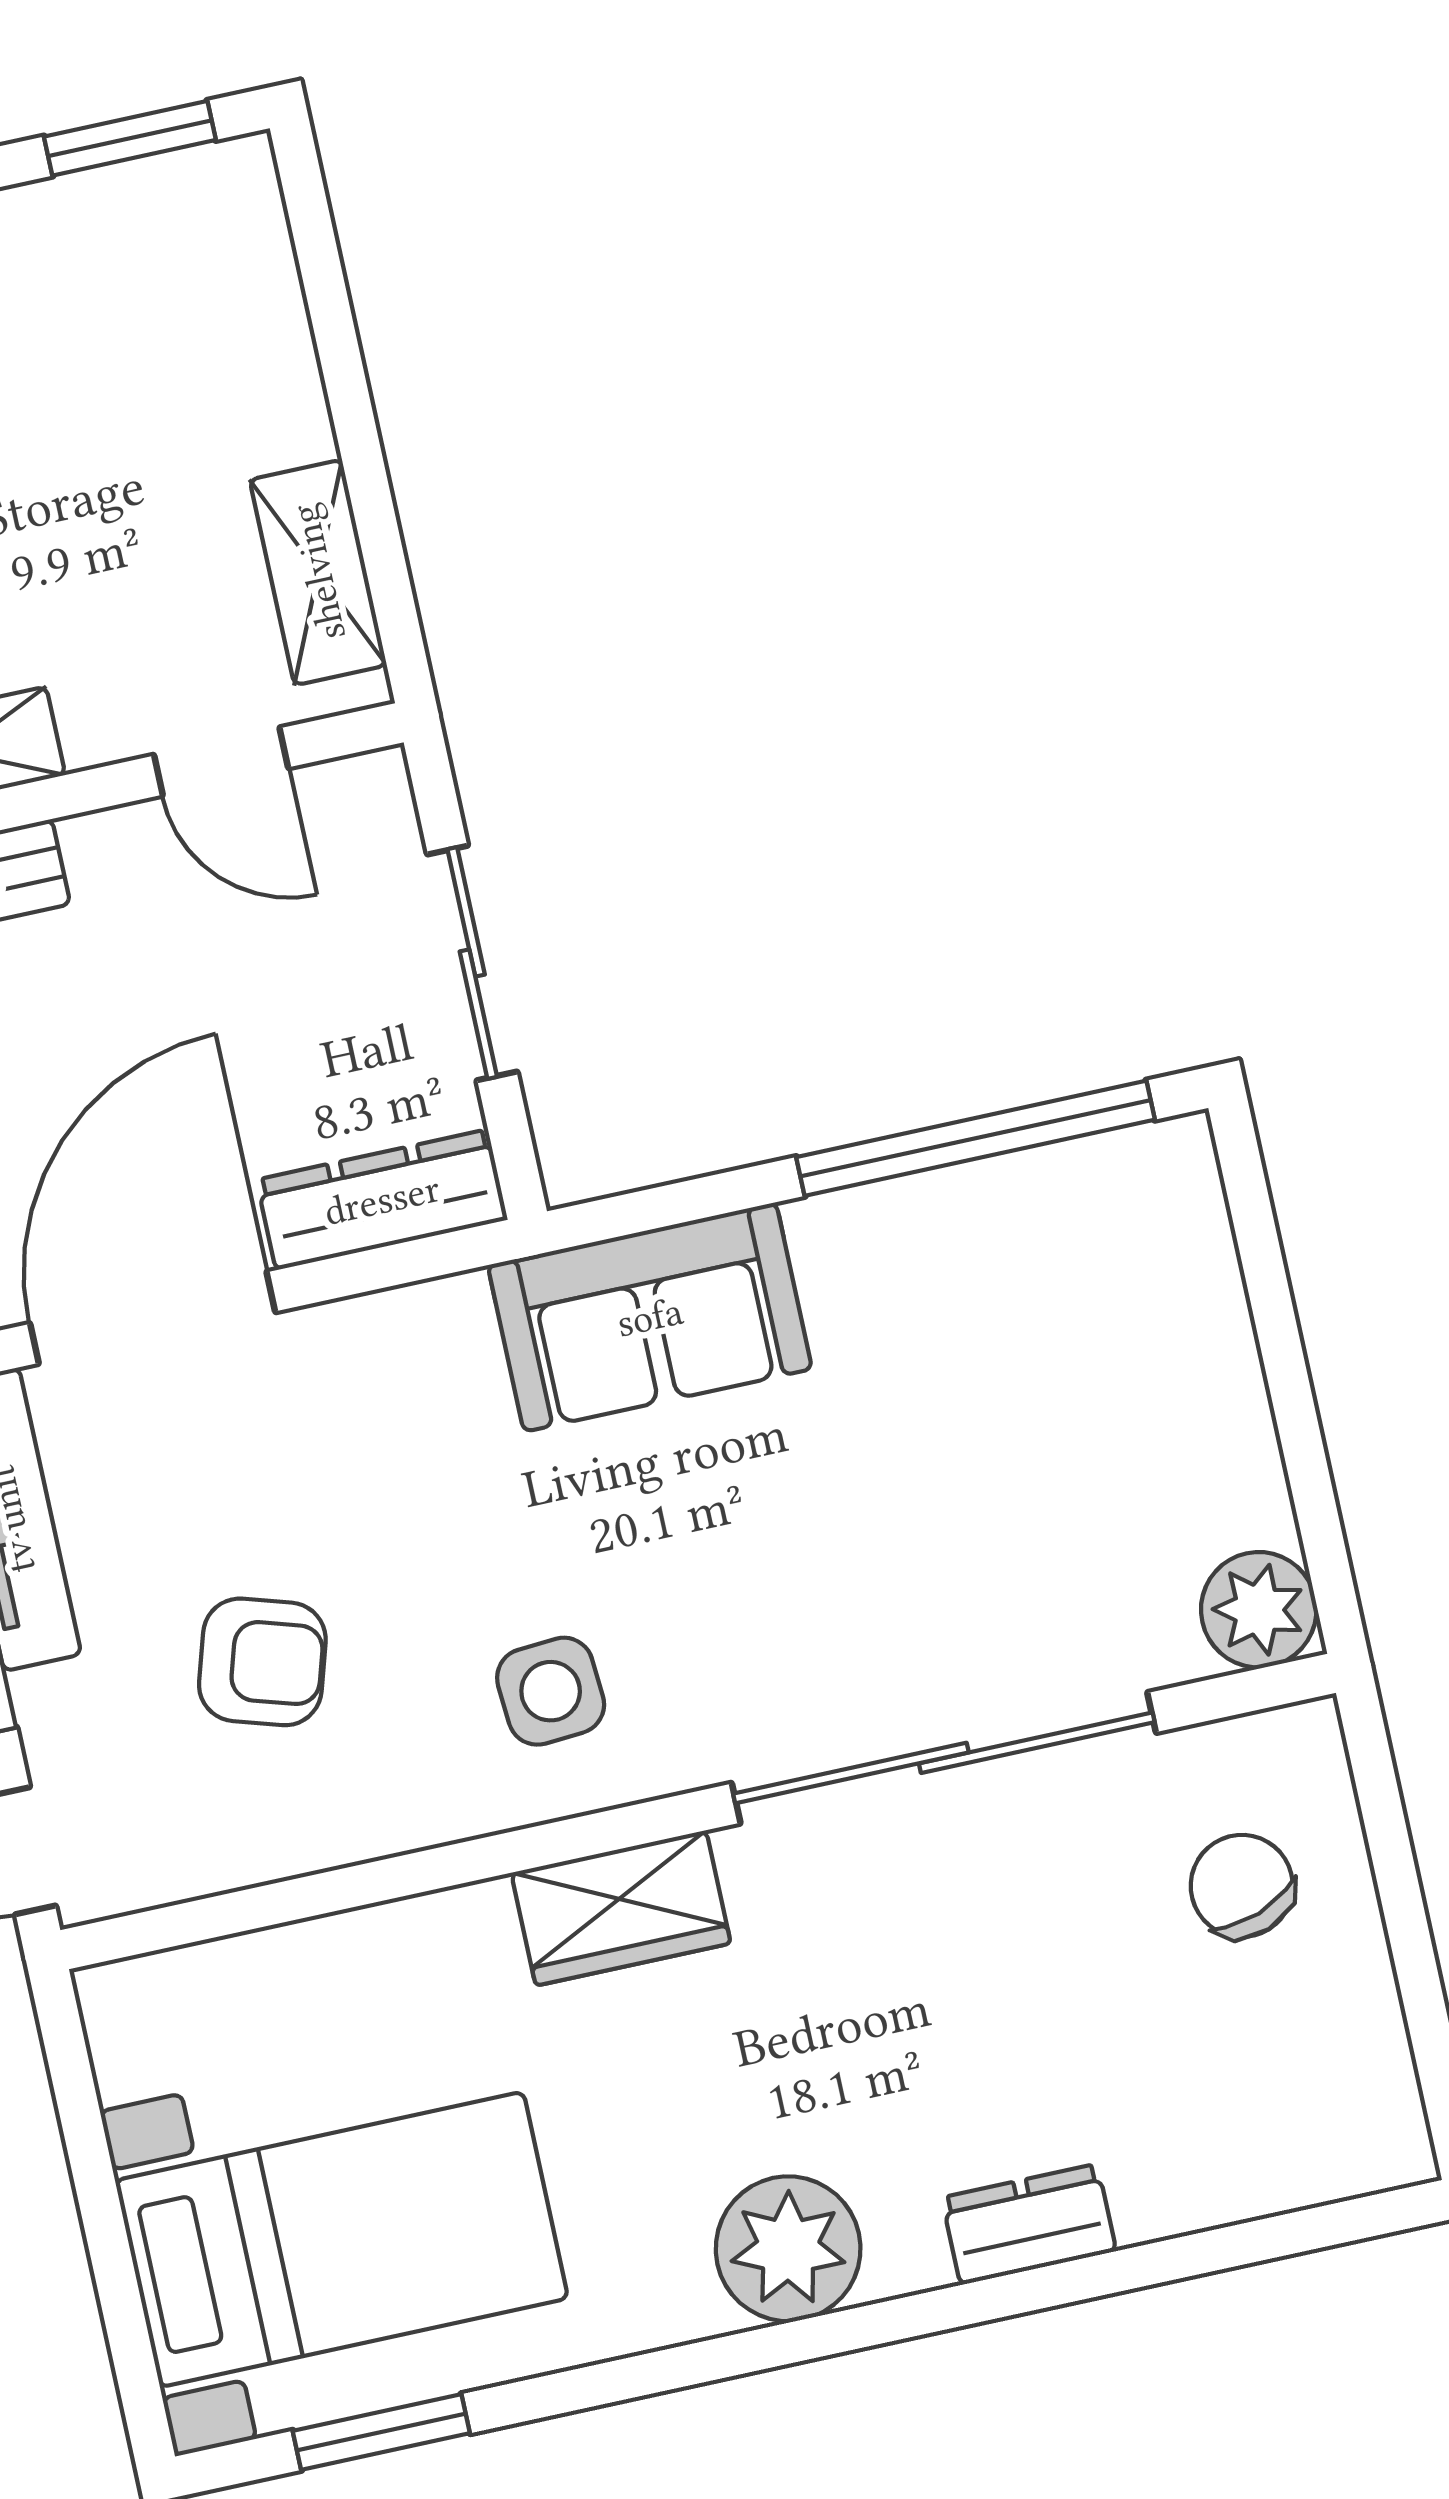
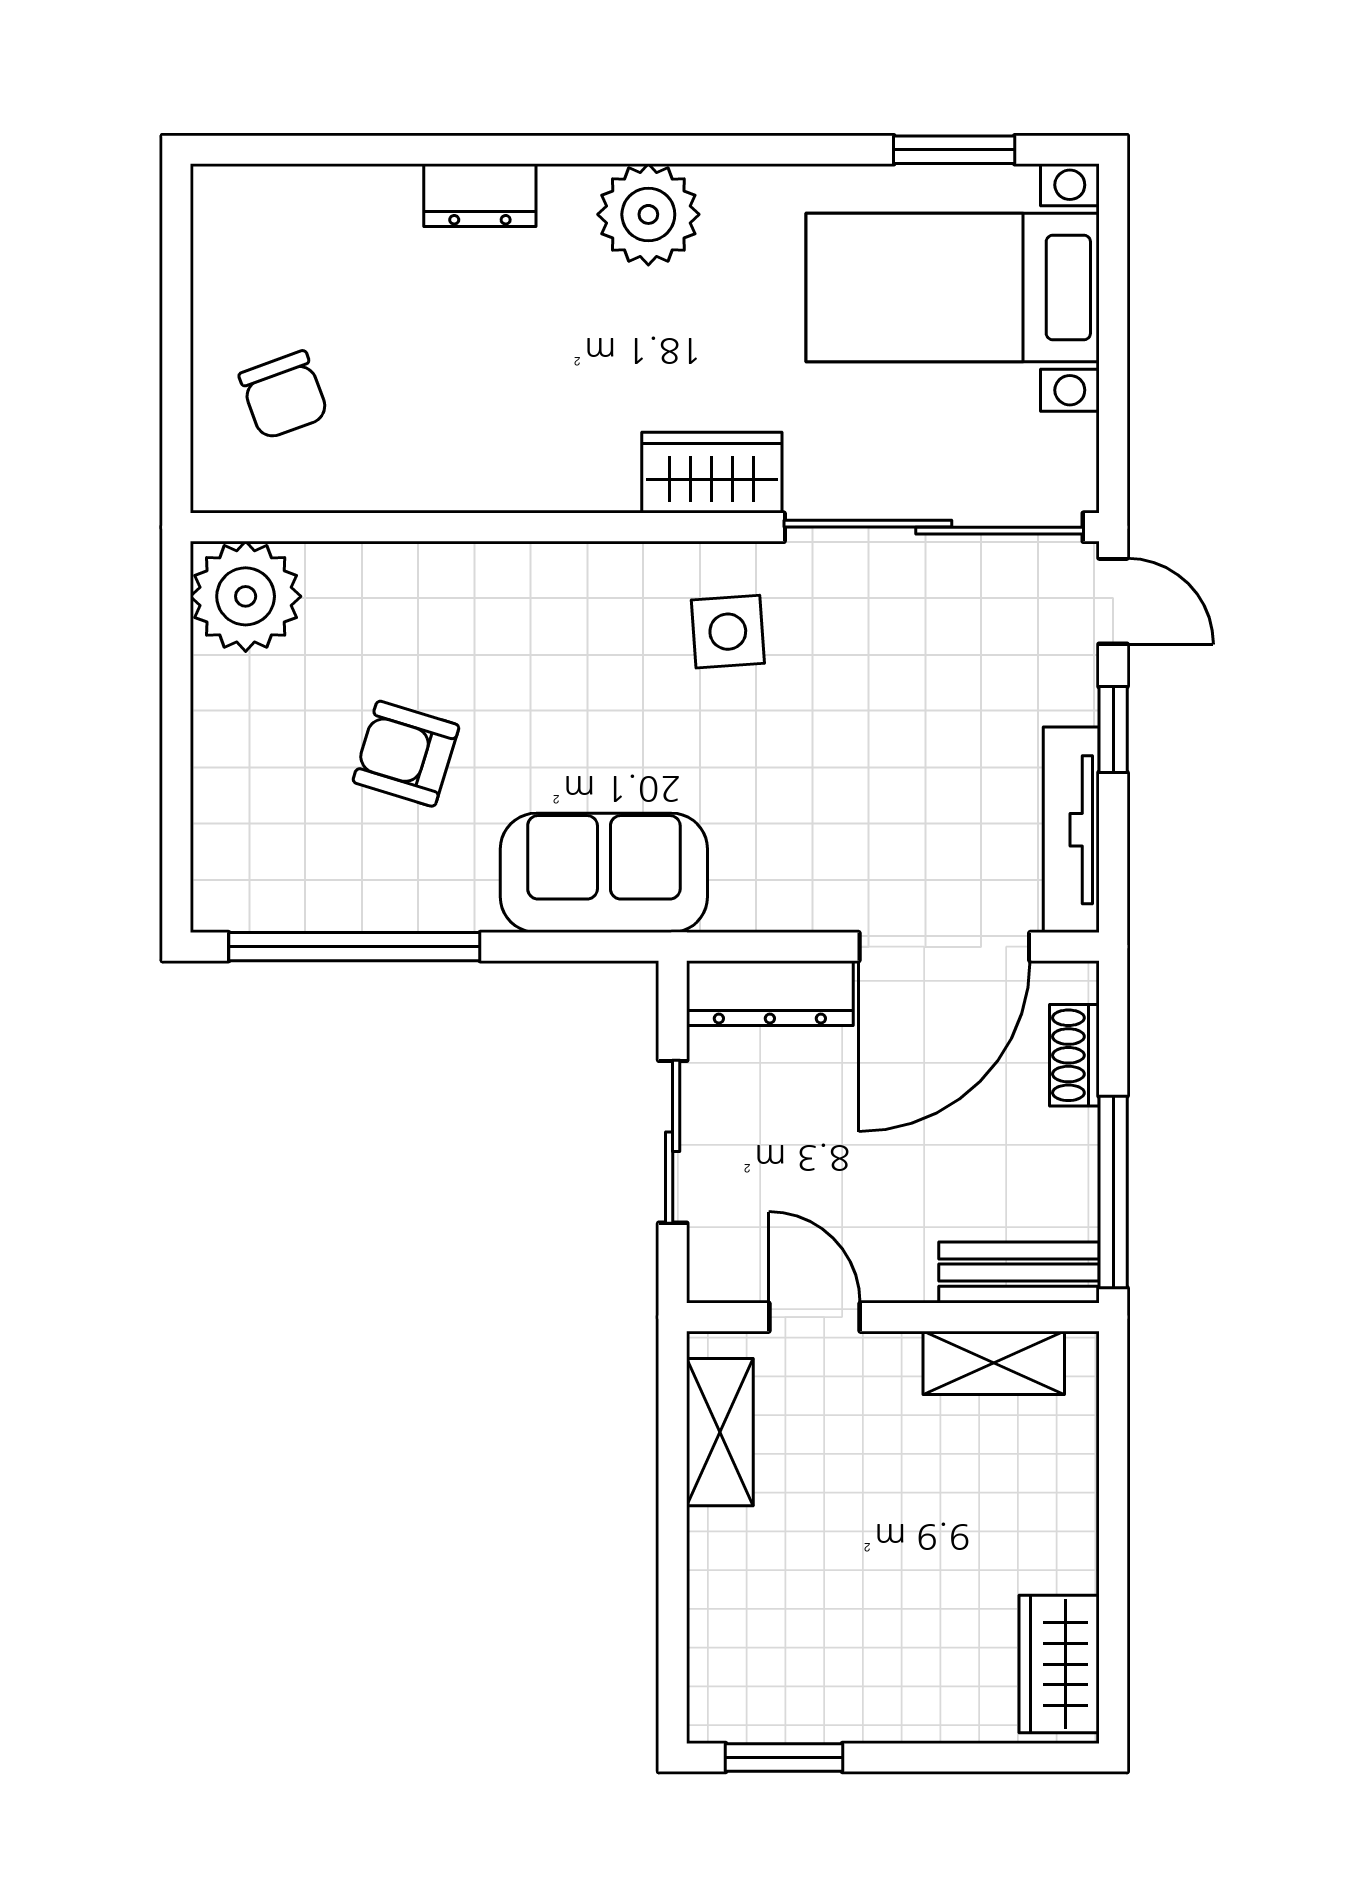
plant: (1259, 1610) -> (246, 596), width x1.36, depth x1.36
armchair: (262, 1662) -> (406, 754), moved
sliding door: (944, 1758) -> (934, 527), moved

